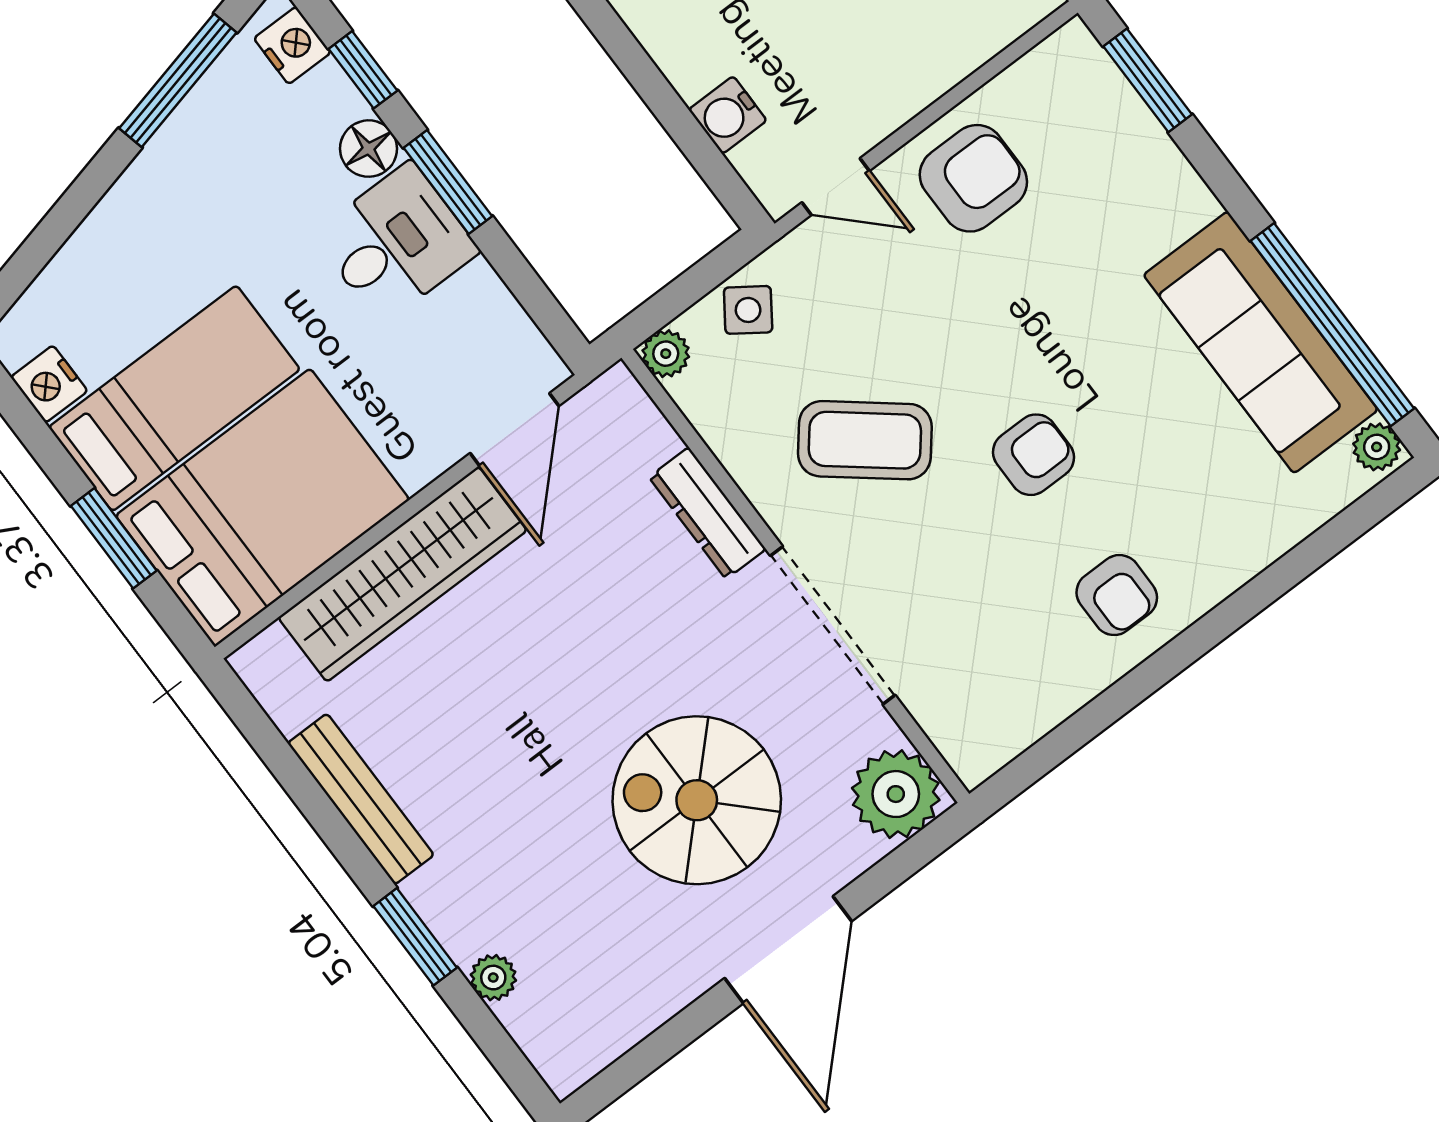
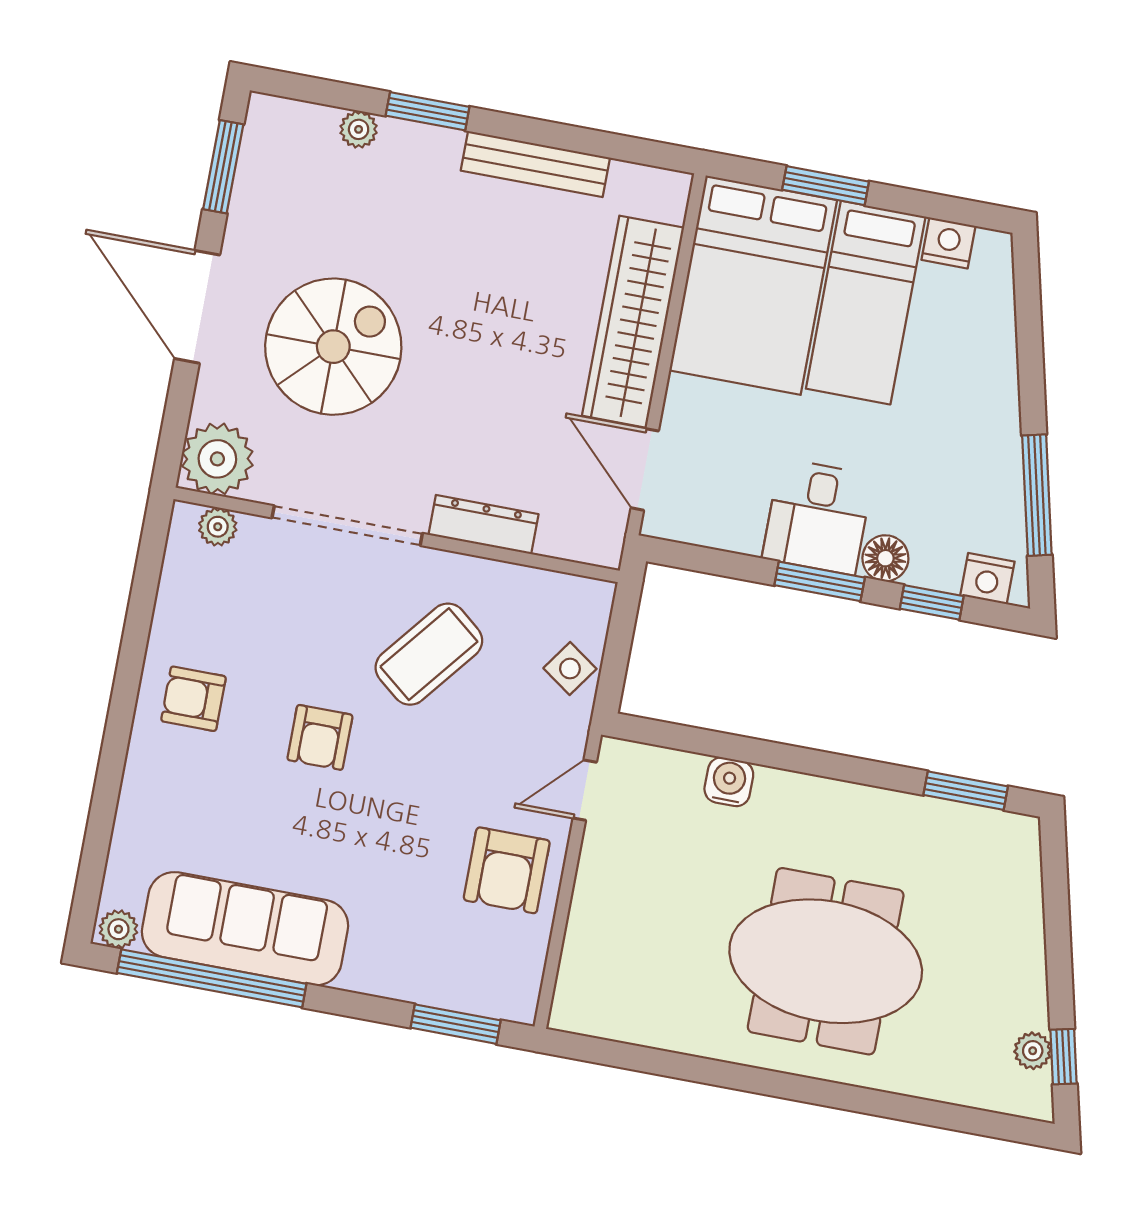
water cooler: (728, 115) -> (729, 782), moved
plant: (666, 354) -> (218, 527), moved
window: (648, 1056) -> (223, 167), added

